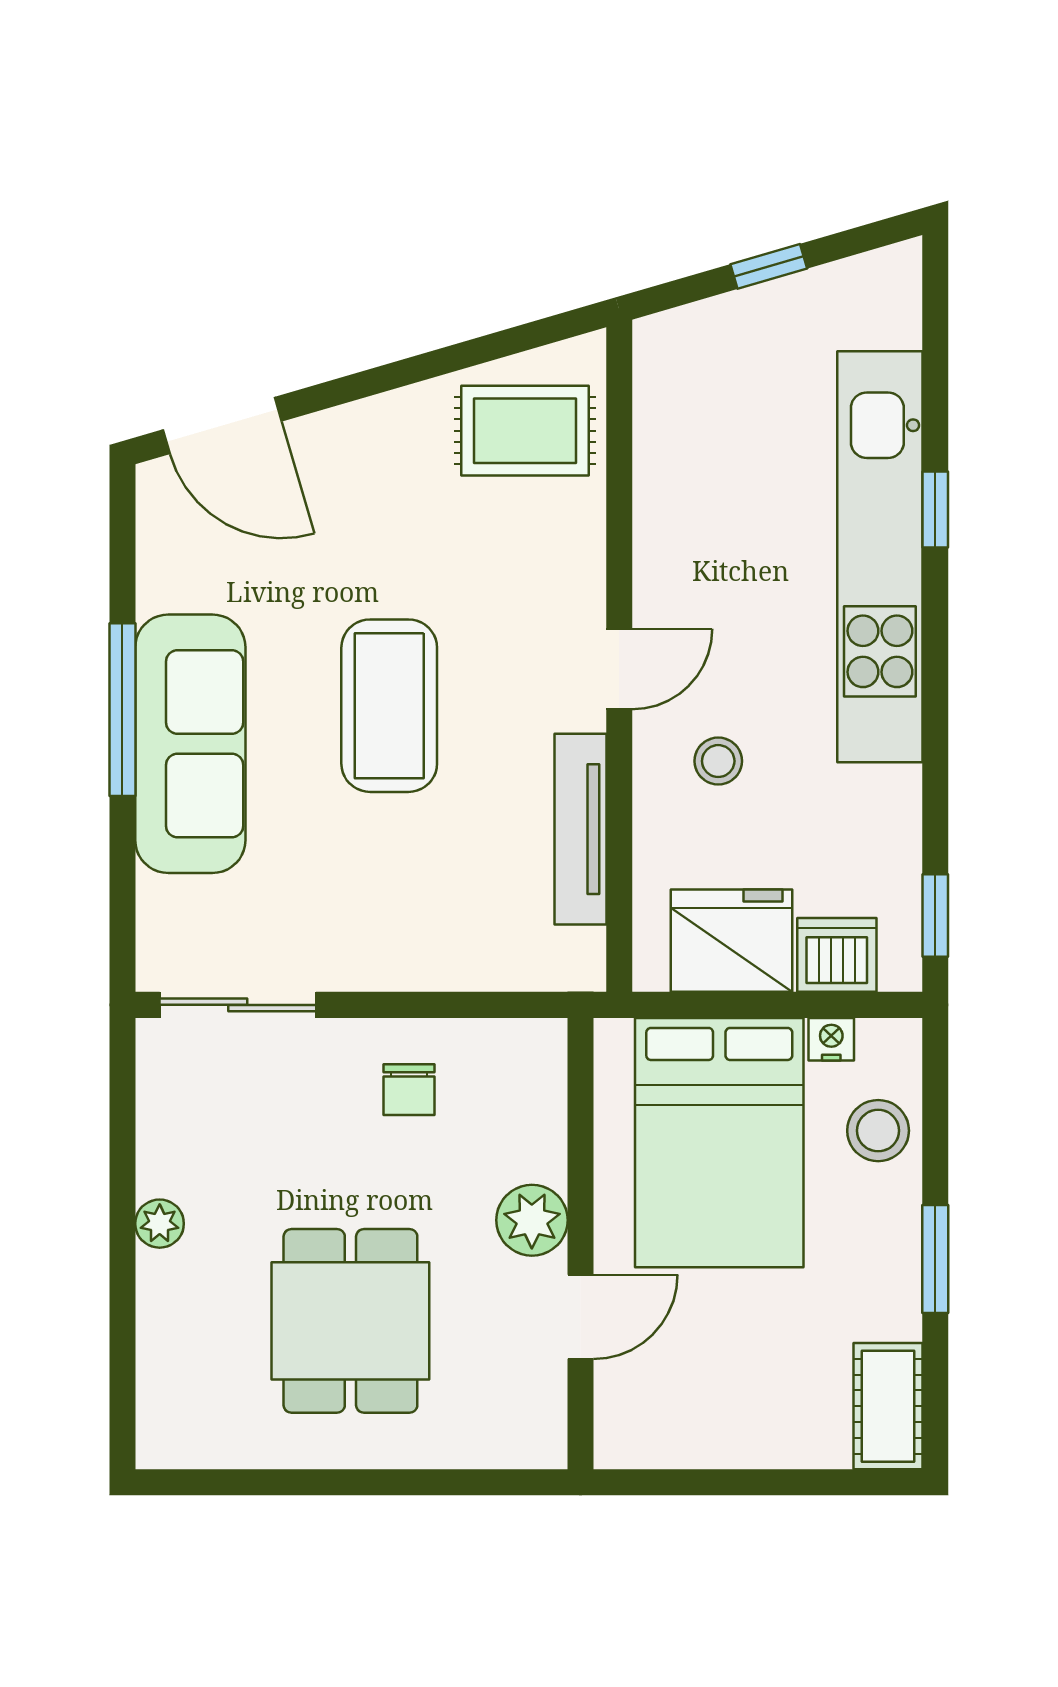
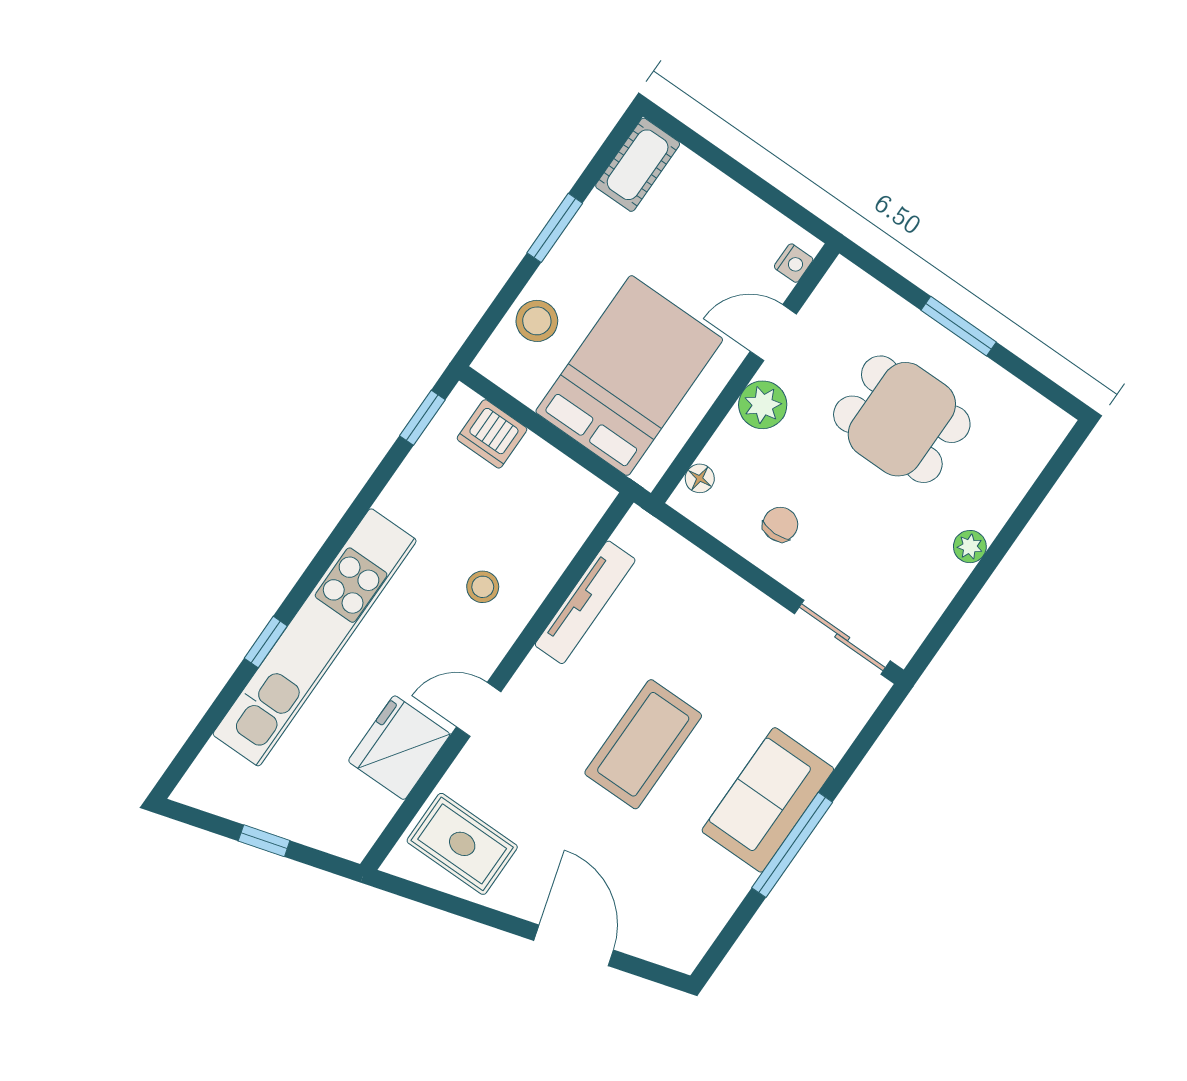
door: (222, 425) -> (574, 945), moved
door: (619, 669) -> (479, 709), moved
sofa: (190, 744) -> (768, 800), width x0.73
fridge: (732, 941) -> (399, 748), moved, turned 90
nightstand: (831, 1039) -> (794, 263), moved, turned -90
floor lamp: (546, 1077) -> (700, 478), added
dining table: (350, 1321) -> (902, 419), turned 90
window: (360, 1482) -> (959, 326), added

